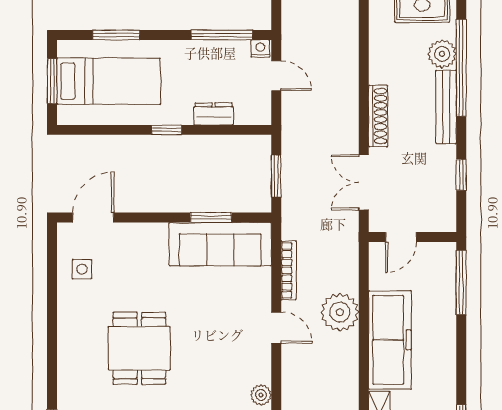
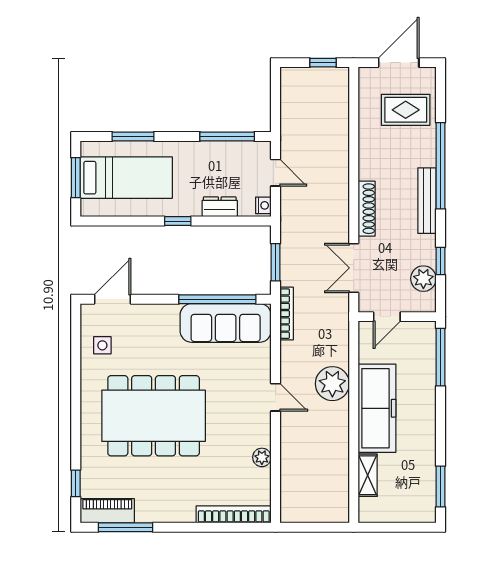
nightstand: (260, 49) -> (263, 205), moved, turned 90
plant: (442, 54) -> (423, 279), moved
window: (211, 218) -> (217, 299), width x2.11
bookcase: (289, 270) -> (287, 314), moved
dining table: (139, 348) -> (154, 416), width x1.88, depth x1.24

